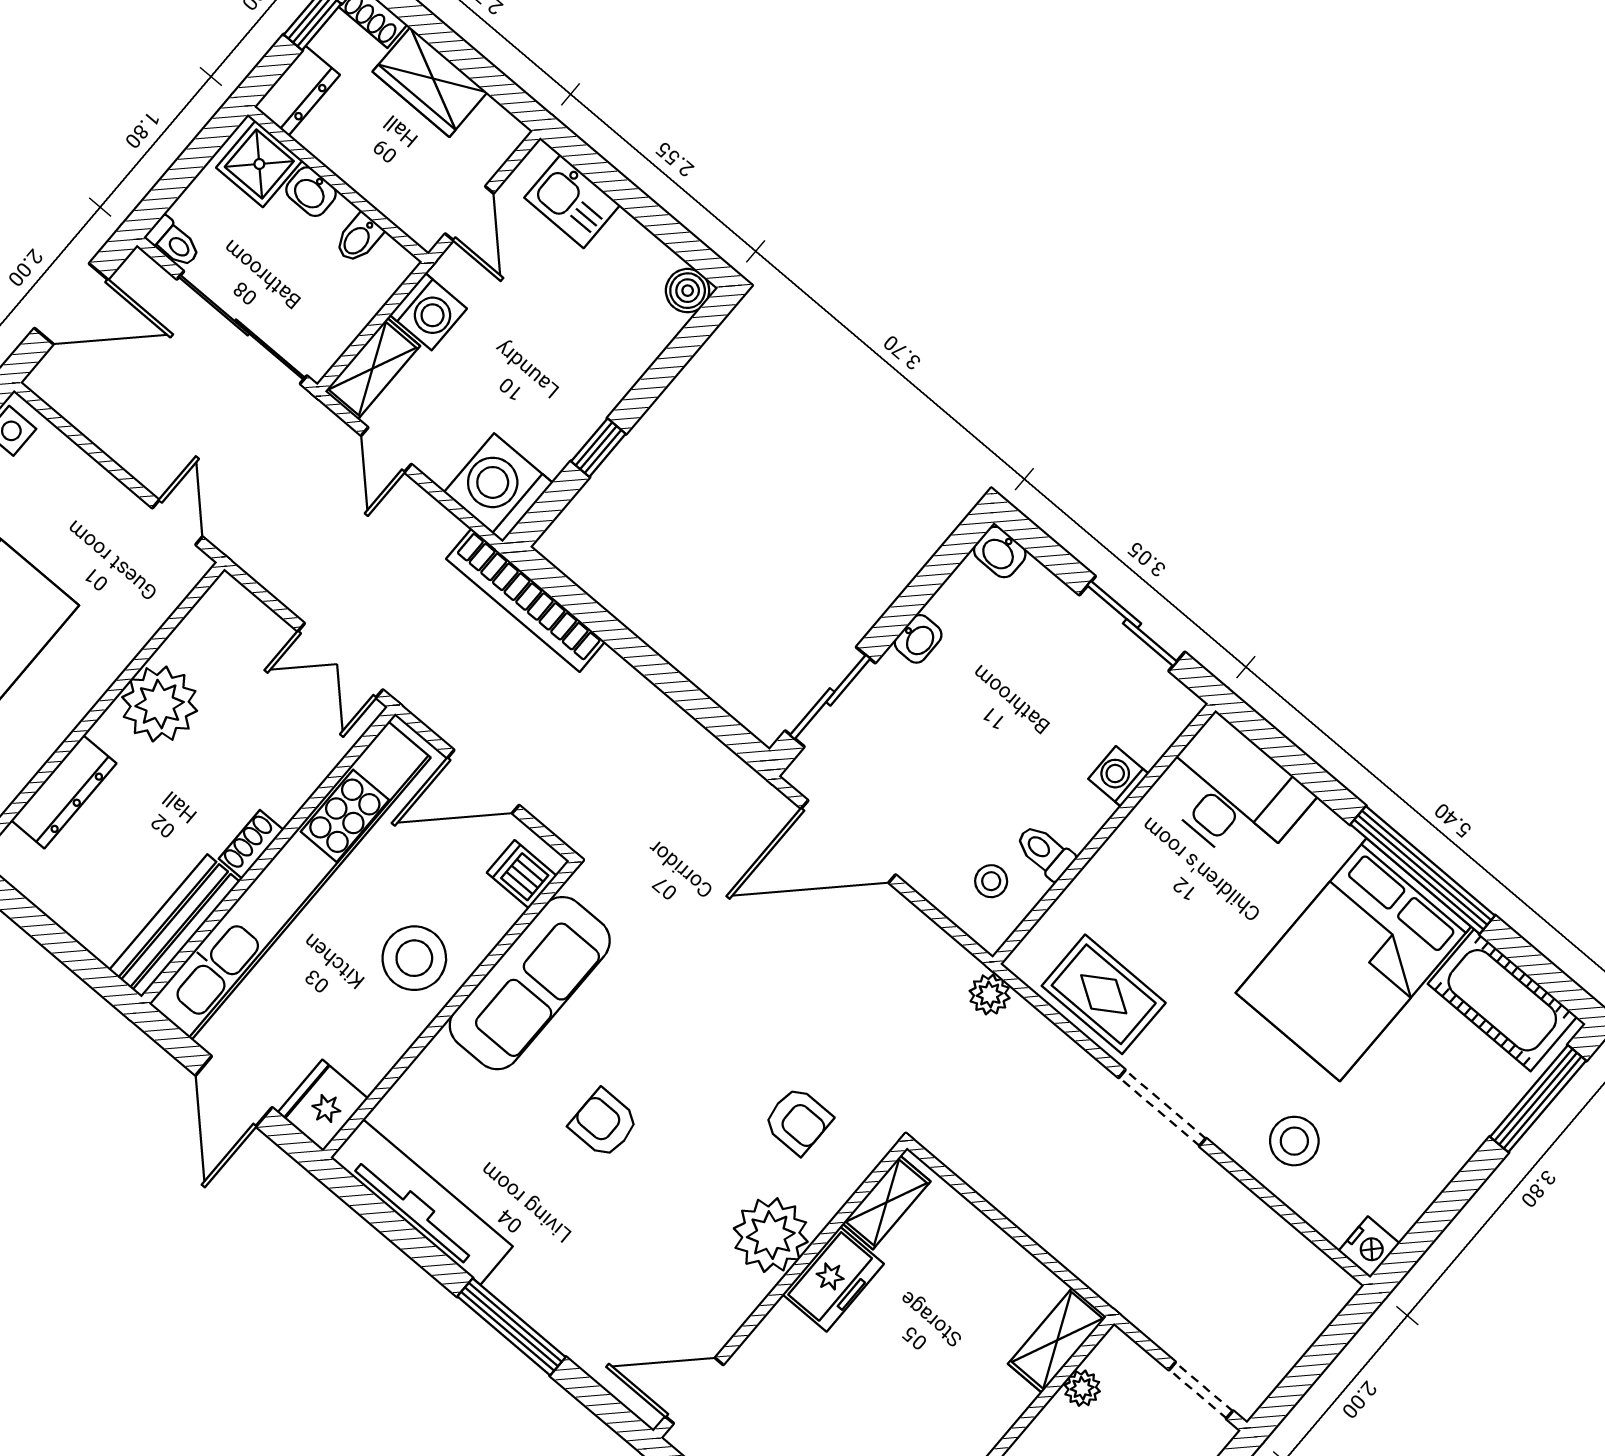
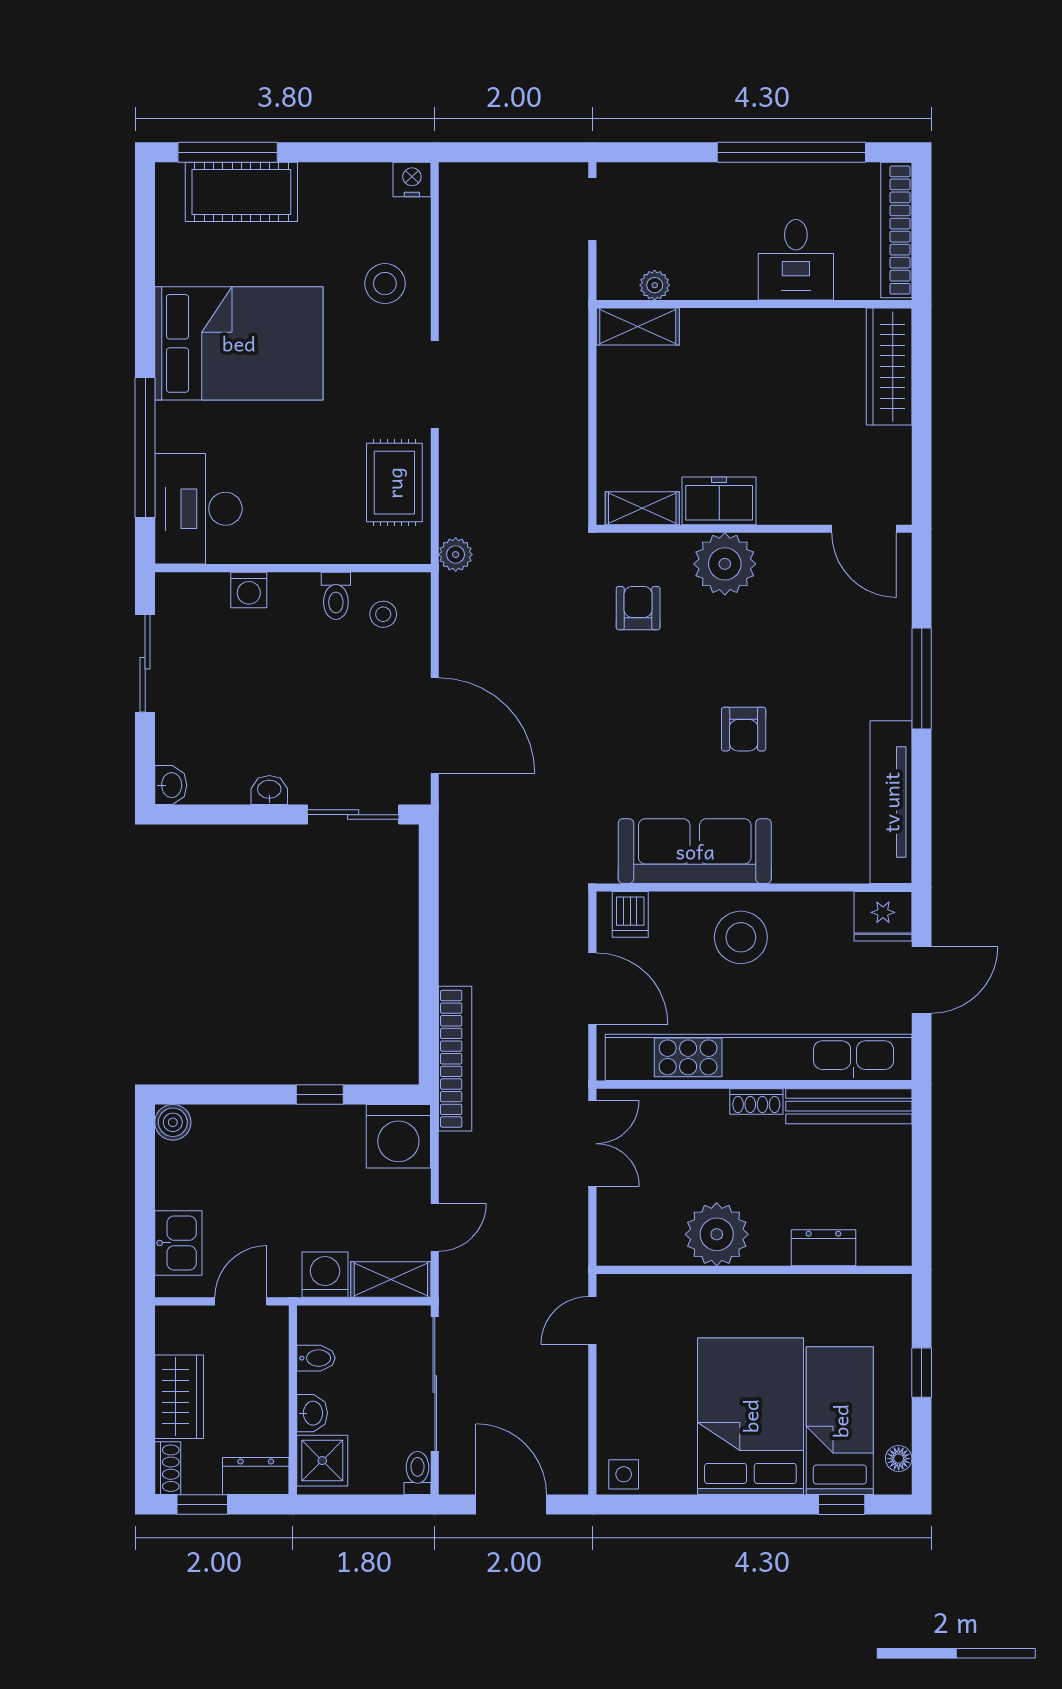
dresser: (64, 792) -> (823, 1248), width x0.70
window: (1423, 870) -> (145, 447), moved
cot: (1502, 1000) -> (241, 192), moved, turned 90

